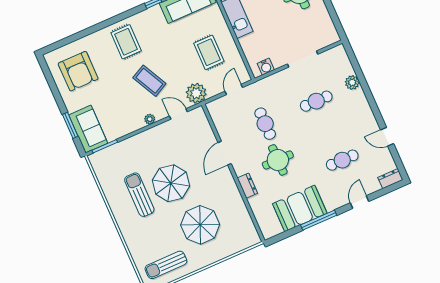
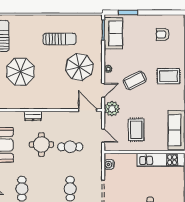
rug: (209, 52) -> (136, 130), turned 90
armchair: (78, 71) -> (163, 34), width x0.53, depth x0.53
sofa: (88, 129) -> (113, 33), moved, turned -90
door: (225, 153) -> (88, 110), moved
parasol: (171, 183) -> (79, 67), moved

